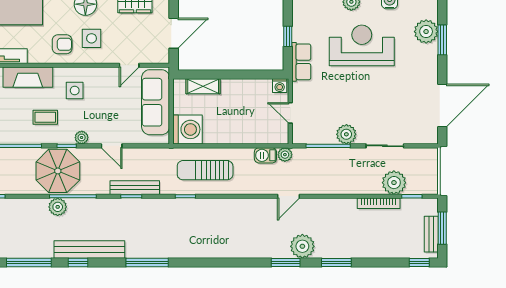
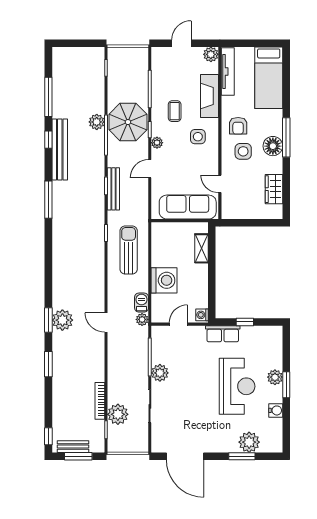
door: (174, 33) -> (248, 223), removed
washing machine: (188, 129) -> (164, 280), moved, turned -90
plant: (302, 246) -> (62, 320), moved

